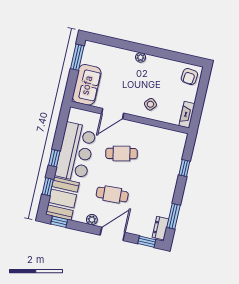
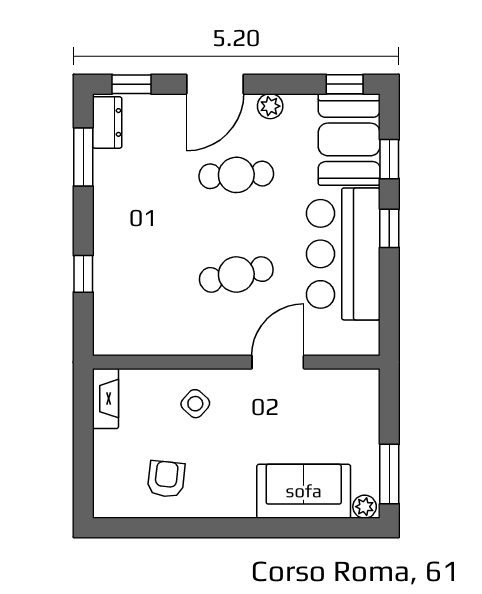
plant: (141, 57) -> (365, 507), moved
armchair: (189, 76) -> (166, 479), moved
sofa: (87, 85) -> (304, 491), moved, turned 90

